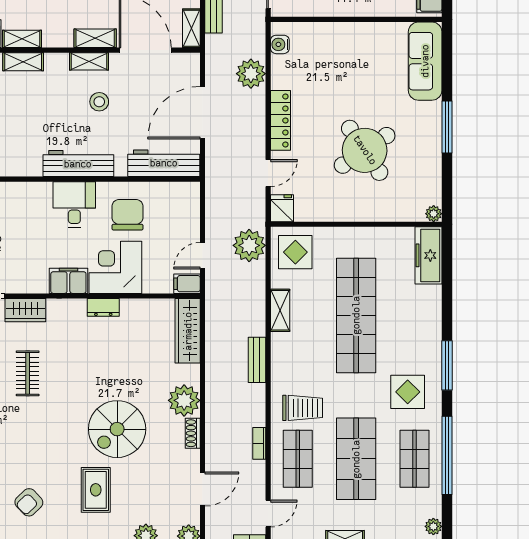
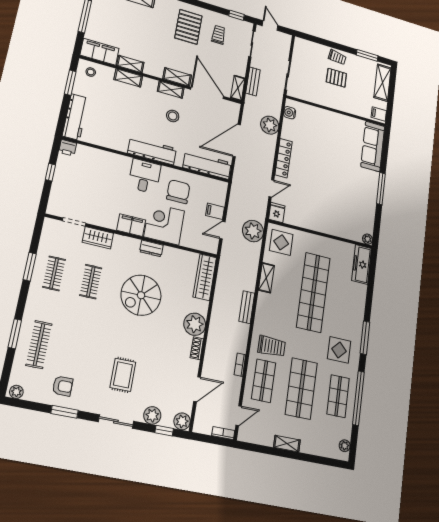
round table: (365, 150) -> (331, 190), removed
filing cabinet: (187, 284) -> (215, 211), moved
spiral stairs: (117, 429) -> (141, 295), moved
armchair: (29, 502) -> (63, 386), moved, turned -136

